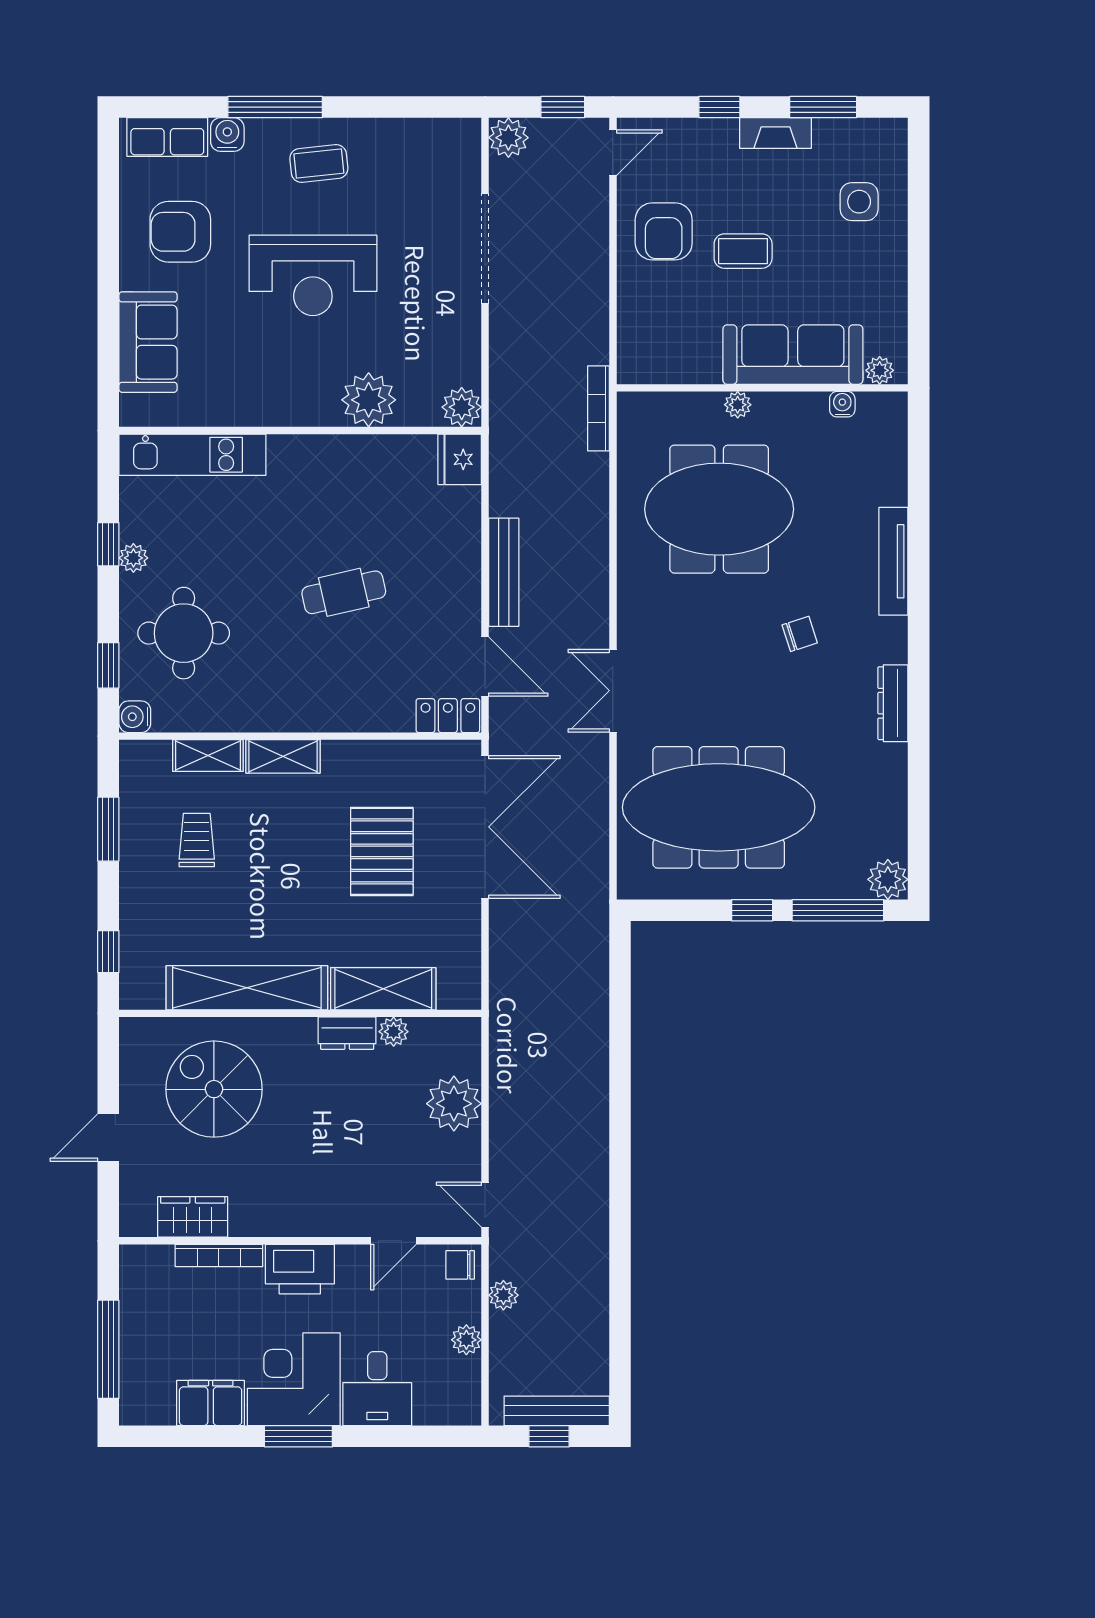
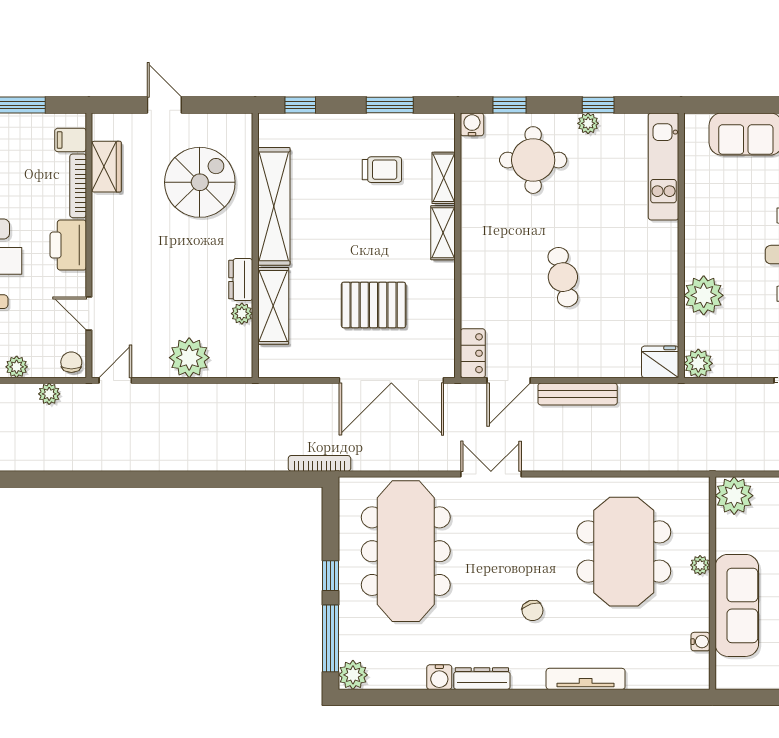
plant: (880, 370) -> (734, 496), moved, width x1.87, depth x1.87
bookcase: (599, 408) -> (319, 463), moved
water cooler: (891, 761) -> (439, 677), added
filing cabinet: (156, 1266) -> (71, 140), added

